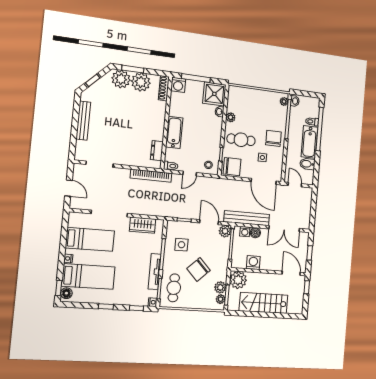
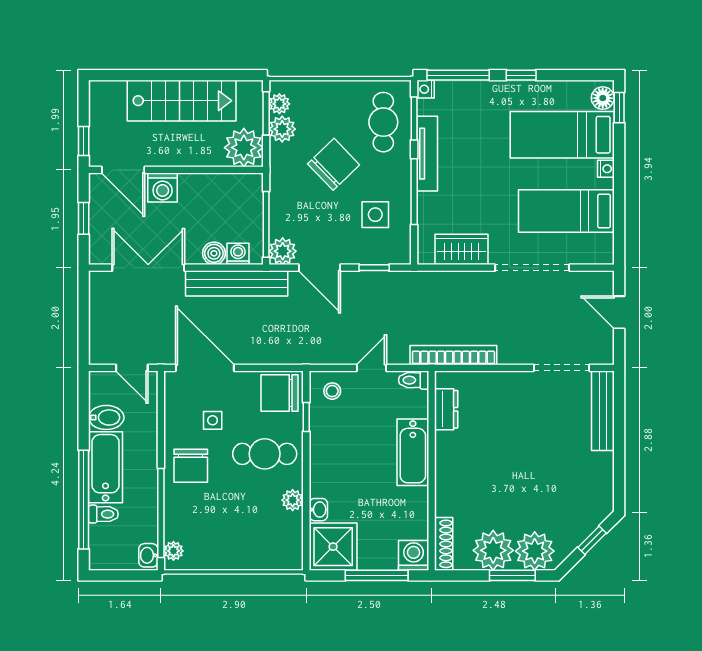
bench: (83, 121) -> (603, 411), moved
washing machine: (253, 263) -> (163, 188), moved
window: (136, 308) -> (458, 75), width x2.17

